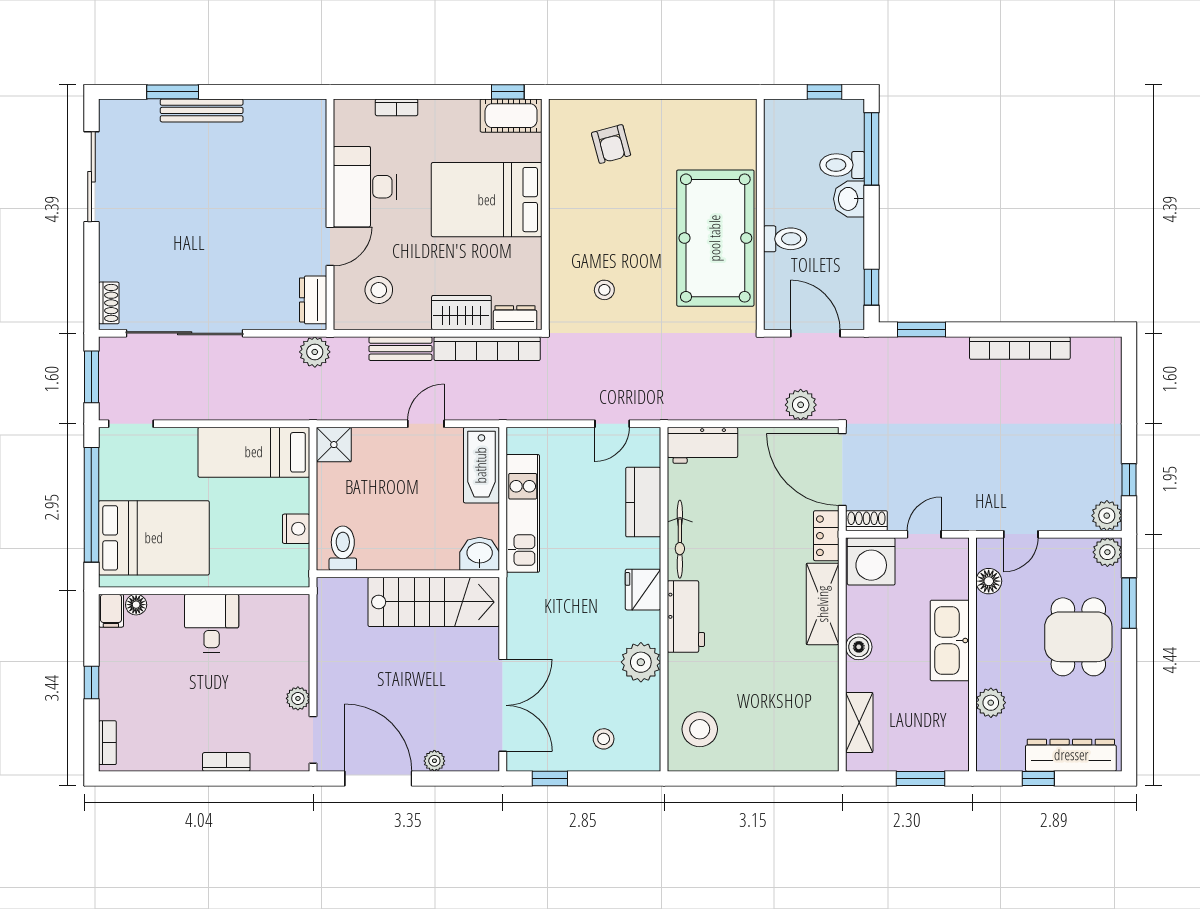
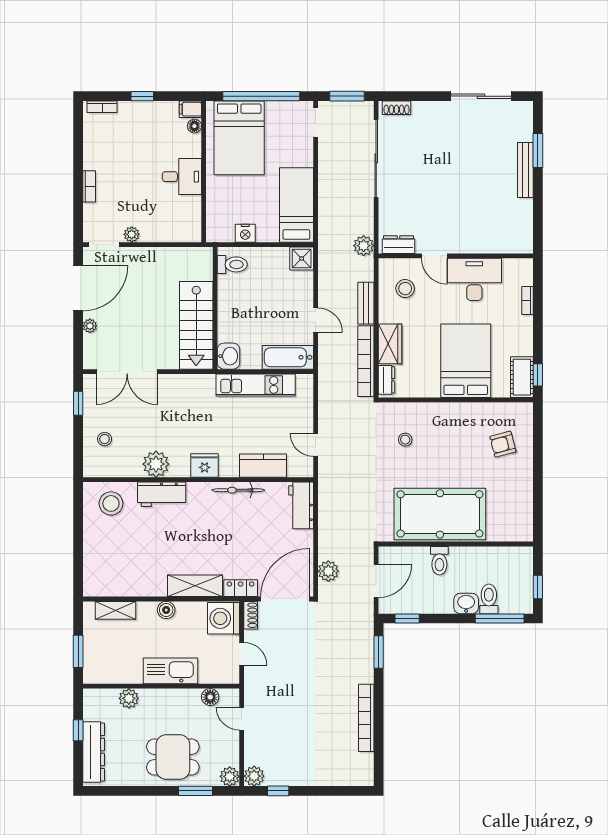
workbench: (686, 616) -> (162, 494), moved

